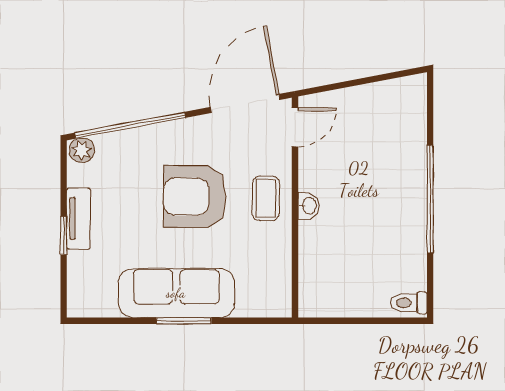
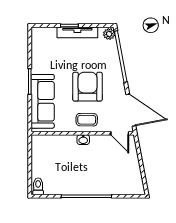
tv unit: (78, 218) -> (77, 32), width x1.41
sofa: (176, 293) -> (43, 101), moved

